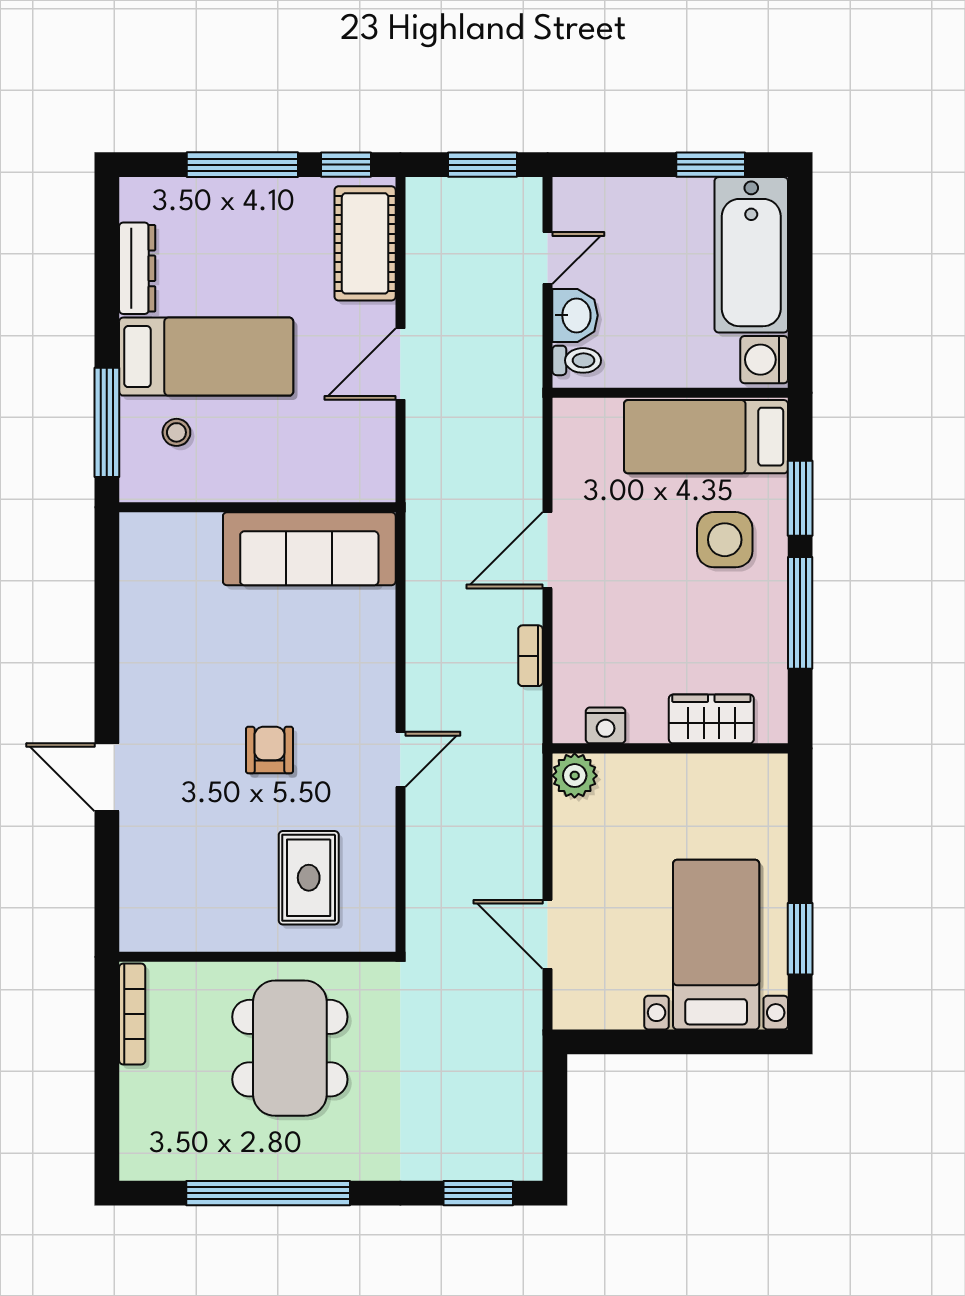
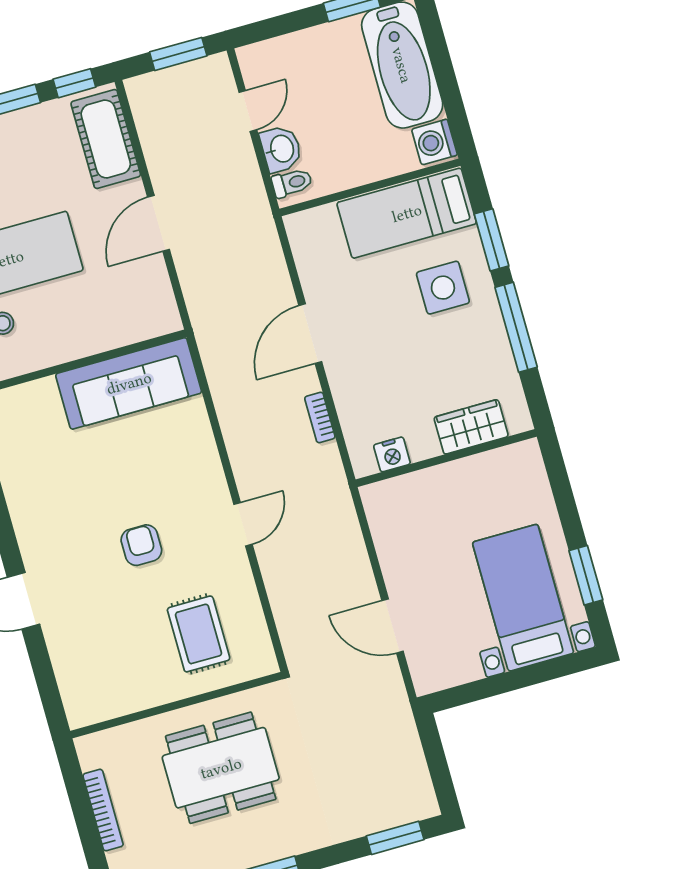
plant: (575, 776) -> (379, 499), removed
bookcase: (132, 1014) -> (103, 810), moved
dining table: (290, 1048) -> (221, 768), turned 90

